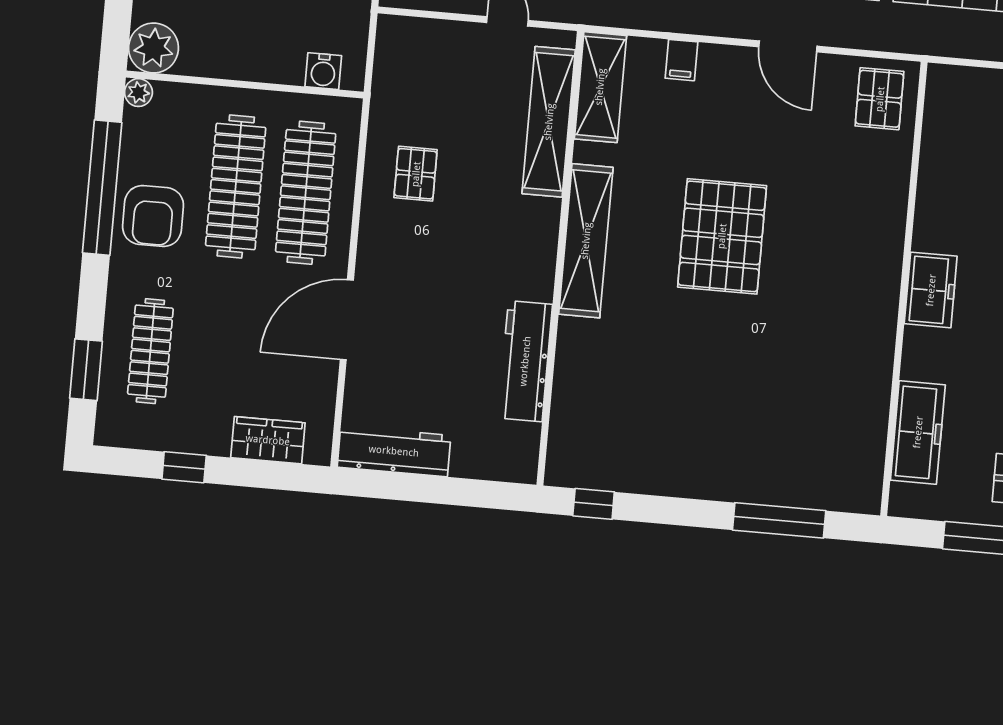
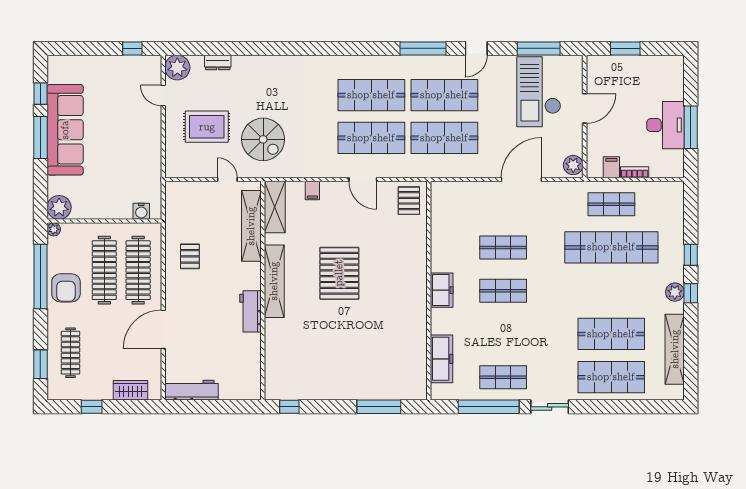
workbench: (525, 361) -> (250, 311), moved, width x0.73

